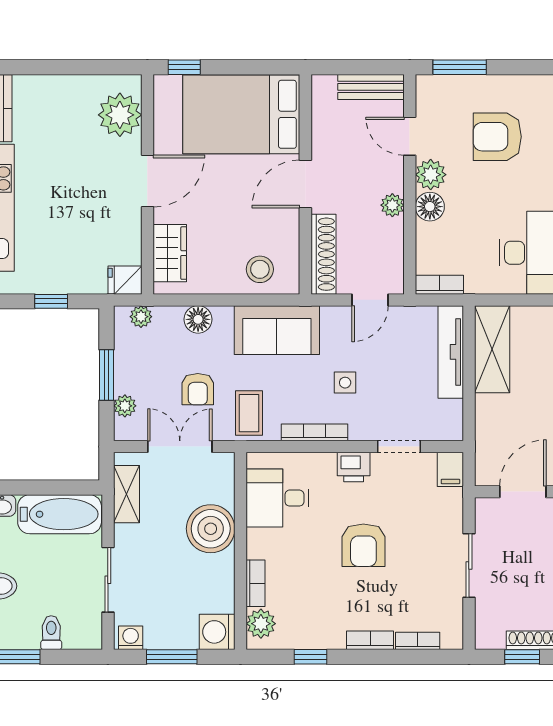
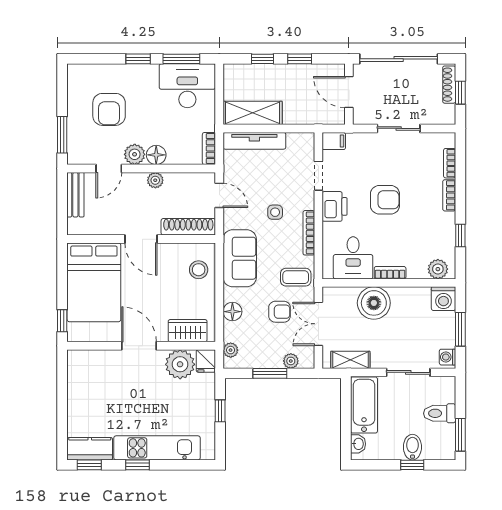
plant: (120, 115) -> (180, 364), moved
printer: (354, 467) -> (335, 206), width x1.36, depth x1.24
bookcase: (255, 583) -> (390, 273), moved
toilet: (51, 633) -> (440, 413), width x1.37, depth x1.39

